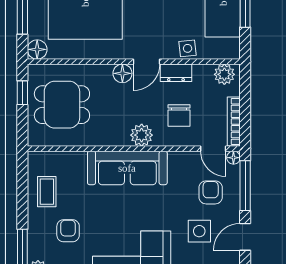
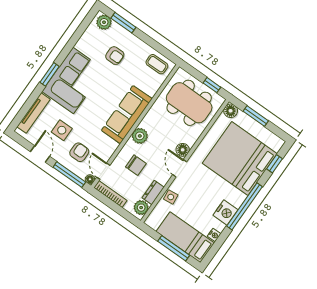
dresser: (176, 73) -> (153, 192), moved
dining table: (62, 105) -> (189, 103), width x1.38
chair: (179, 116) -> (136, 165), turned 180
door: (213, 149) -> (103, 171), hinge flipped
coffee table: (47, 192) -> (157, 64), moved
armchair: (211, 192) -> (79, 152), turned -90

